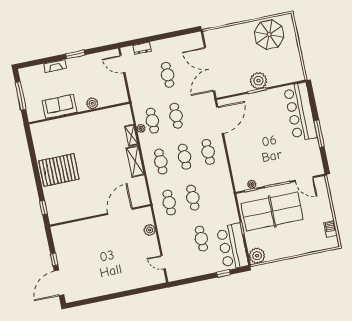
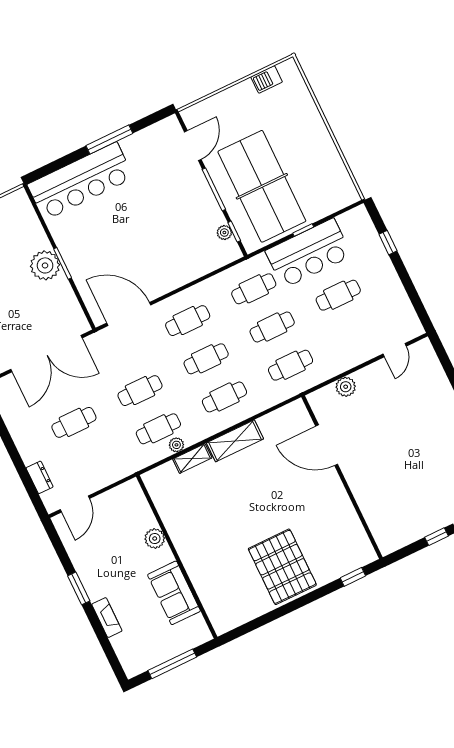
cafe table: (217, 193) -> (254, 289), added
bar counter: (232, 246) -> (308, 253), moved
plant: (257, 256) -> (343, 193), removed

